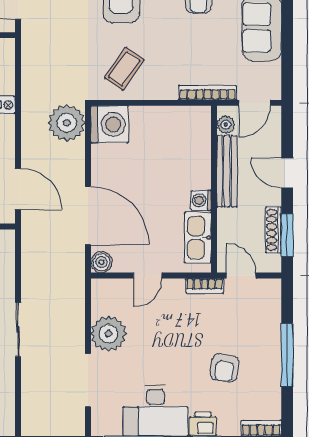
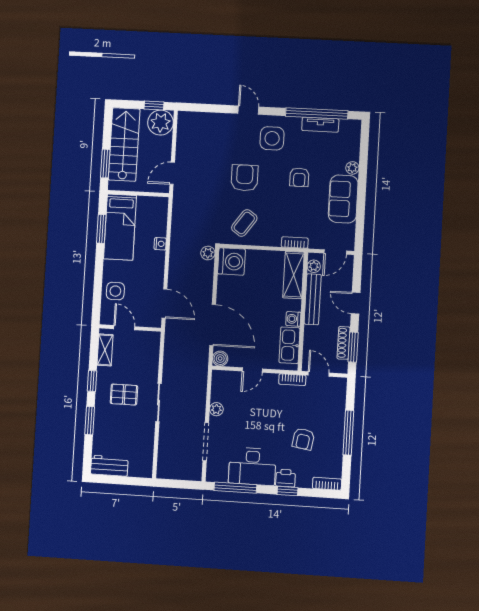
bookcase: (208, 93) -> (295, 243), width x0.64
plant: (67, 123) -> (208, 253), width x0.53, depth x0.53
shelving: (198, 139) -> (294, 275), added
plant: (108, 334) -> (216, 409), width x0.53, depth x0.53

